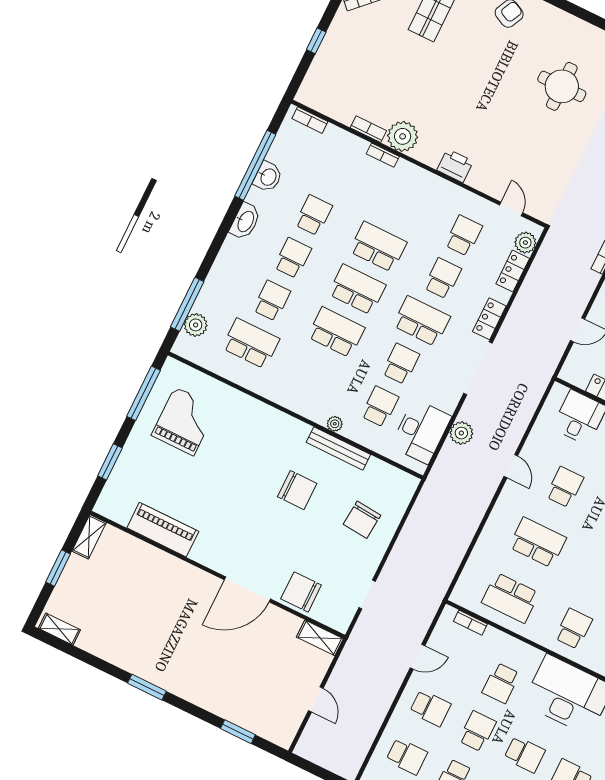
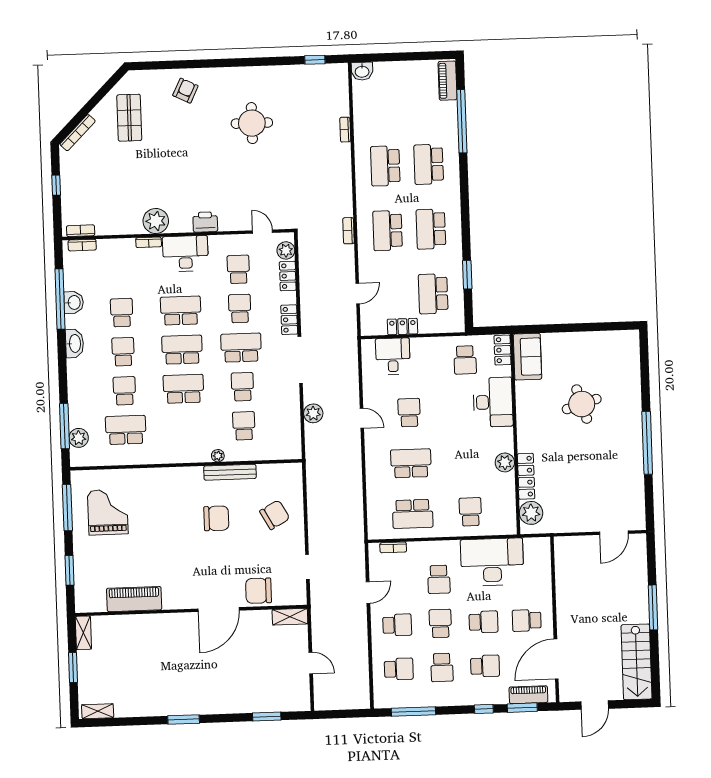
bookcase: (368, 129) -> (81, 231), moved
desk: (421, 431) -> (185, 254), moved, turned -90
chair: (362, 520) -> (275, 515), turned -124

